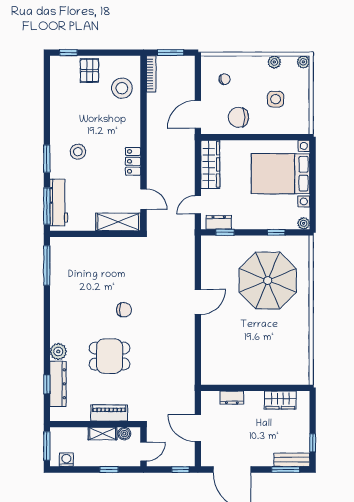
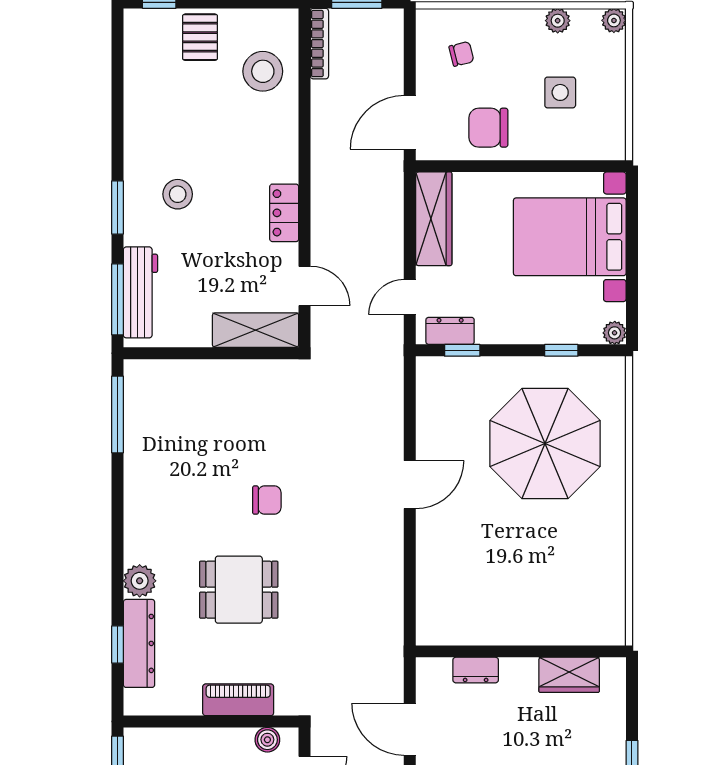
shelving: (103, 434) -> (225, 740), removed

